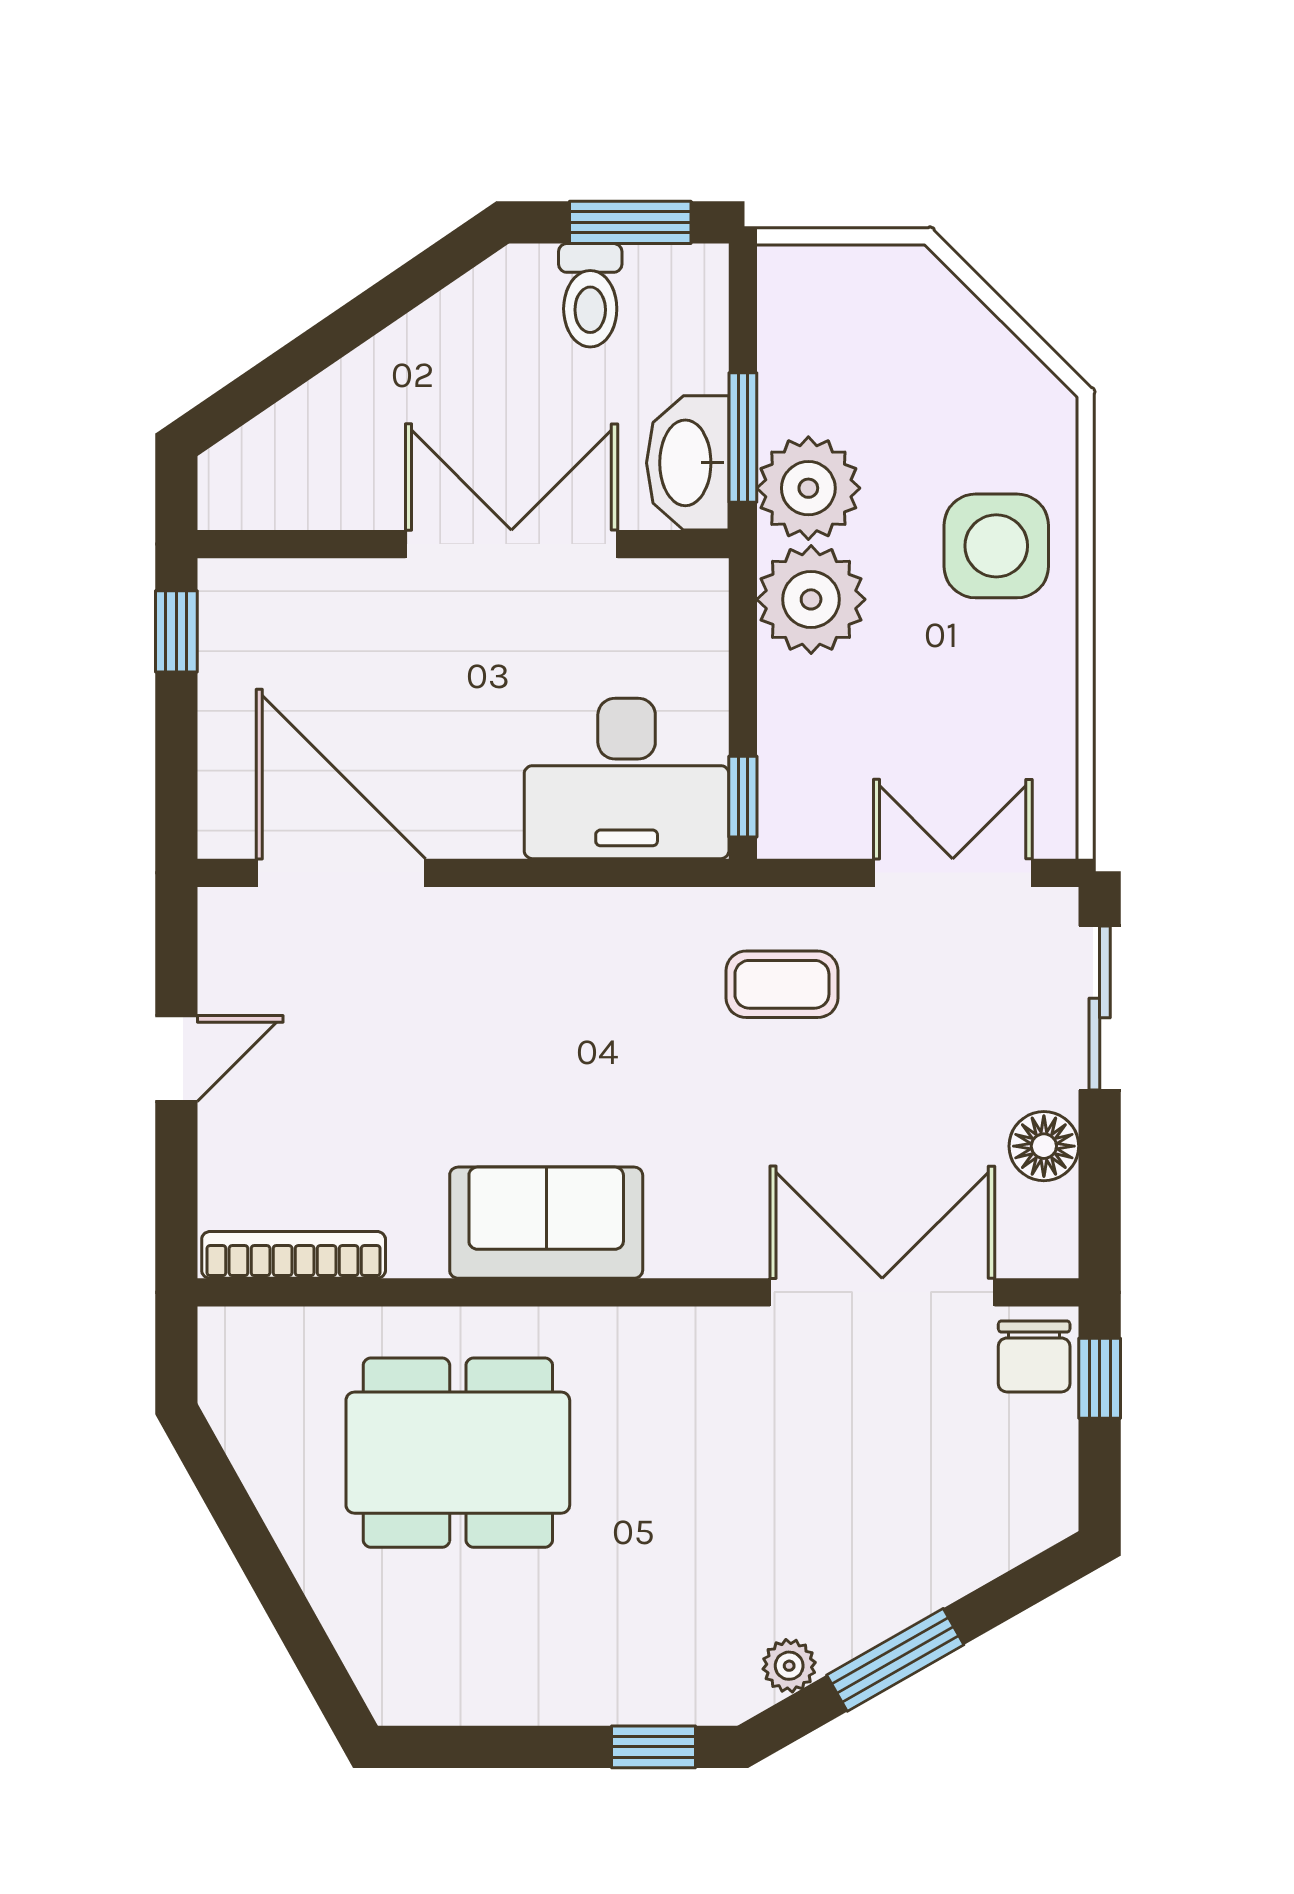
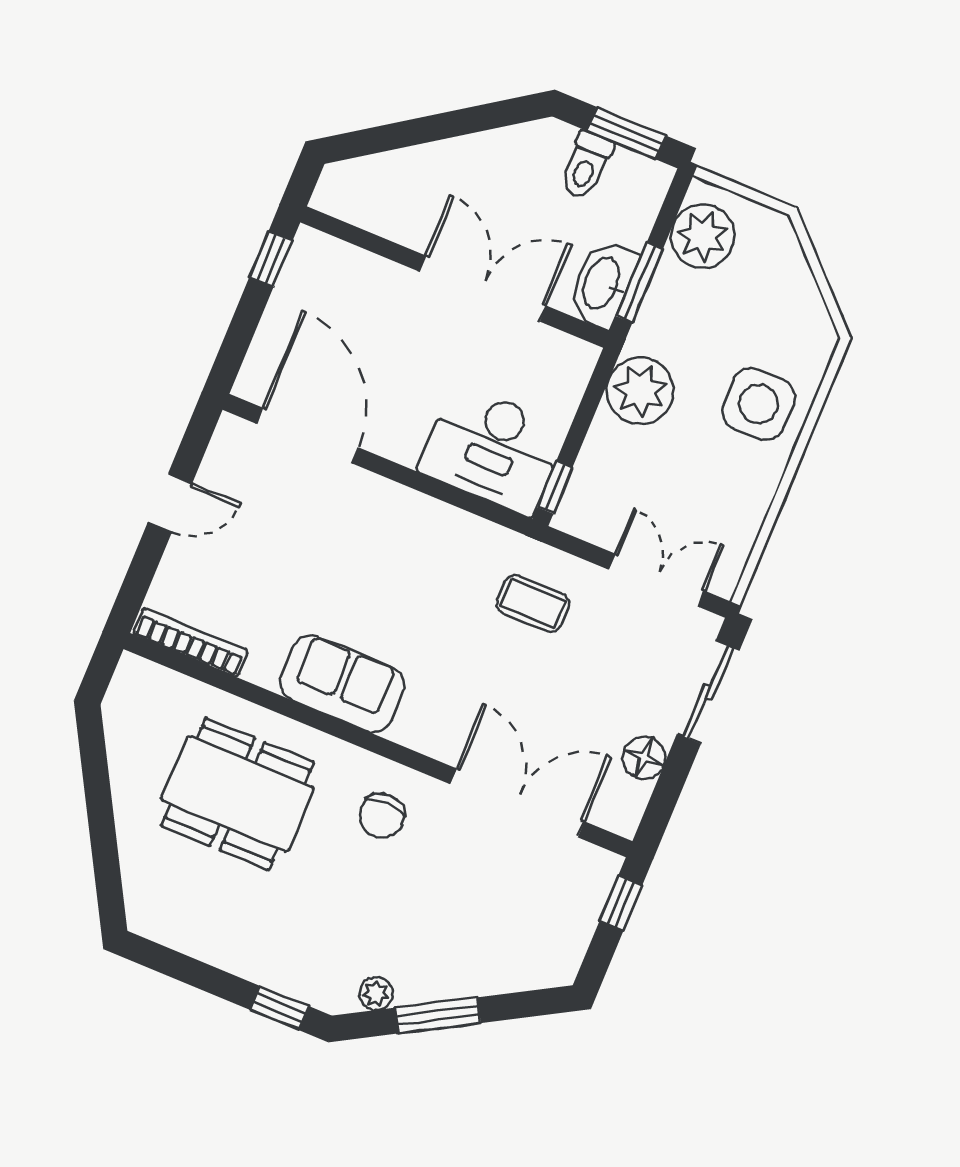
plant: (808, 488) -> (703, 236), moved
chair: (1034, 1356) -> (382, 816), moved

